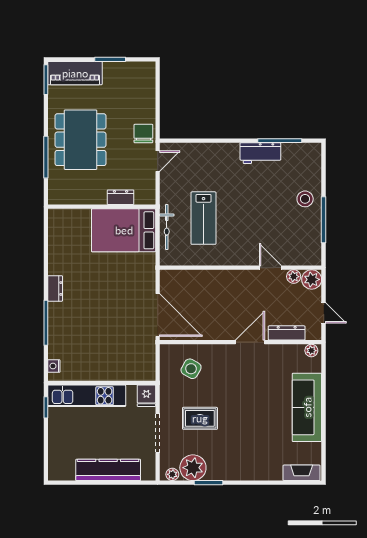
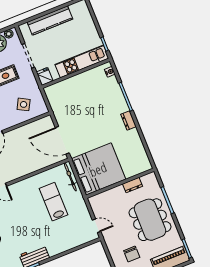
chair: (143, 134) -> (132, 254), moved
door: (158, 161) -> (97, 226), swing flipped
dresser: (121, 197) -> (133, 185), moved
bicycle: (167, 227) -> (70, 177), moved
bed: (124, 230) -> (98, 169), width x1.36
door: (158, 315) -> (62, 140), moved

